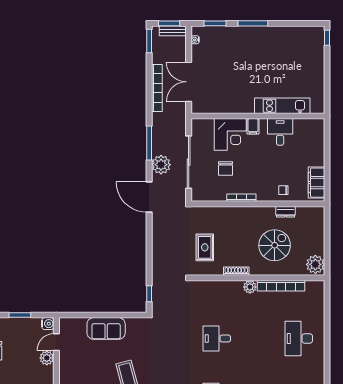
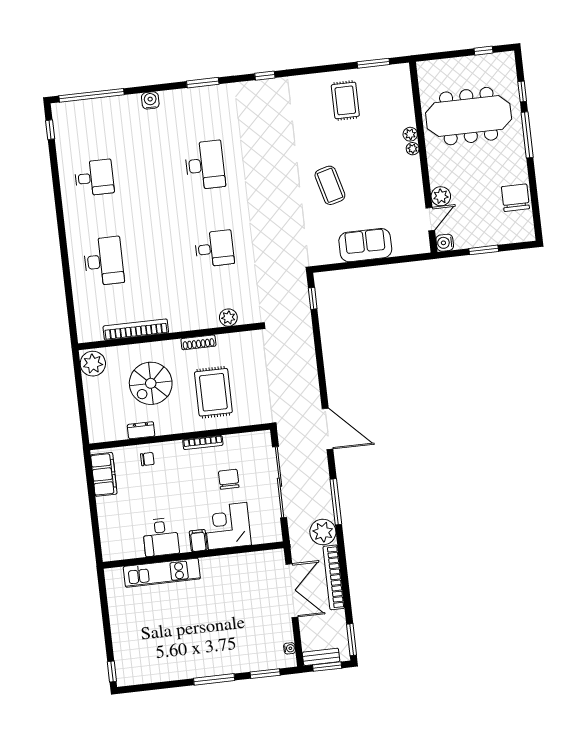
plant: (161, 165) -> (323, 532), moved
rug: (205, 247) -> (213, 392), moved, width x1.36, depth x1.43
plant: (250, 287) -> (228, 318), moved

